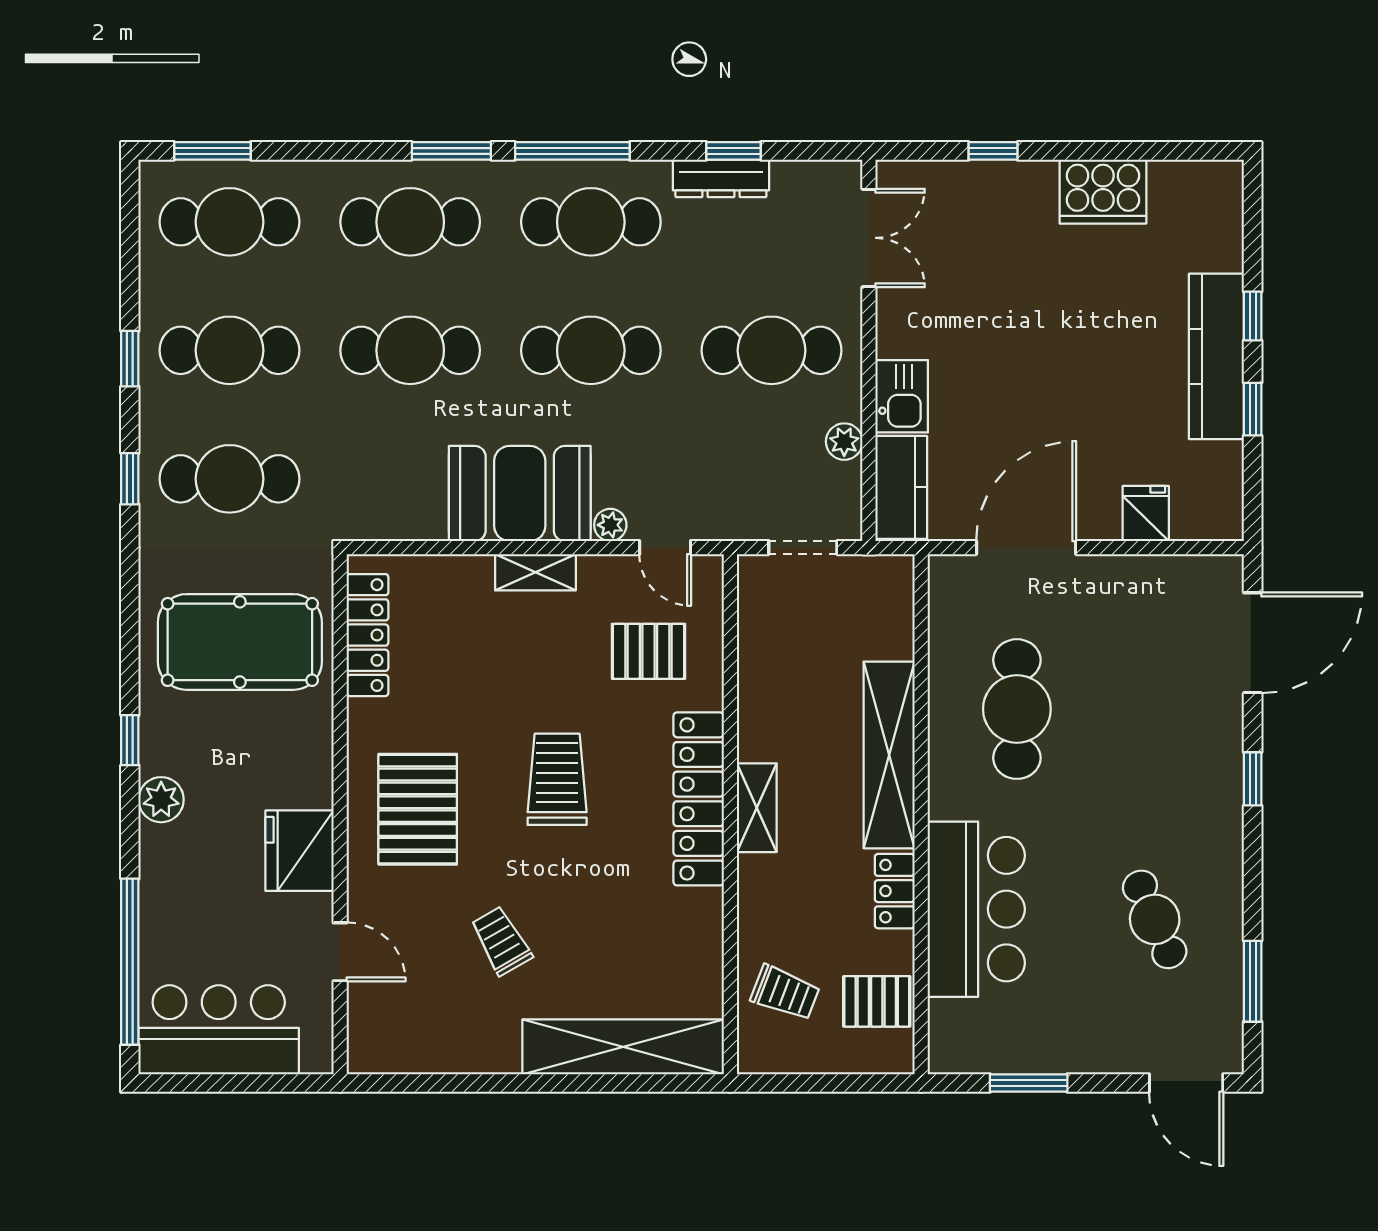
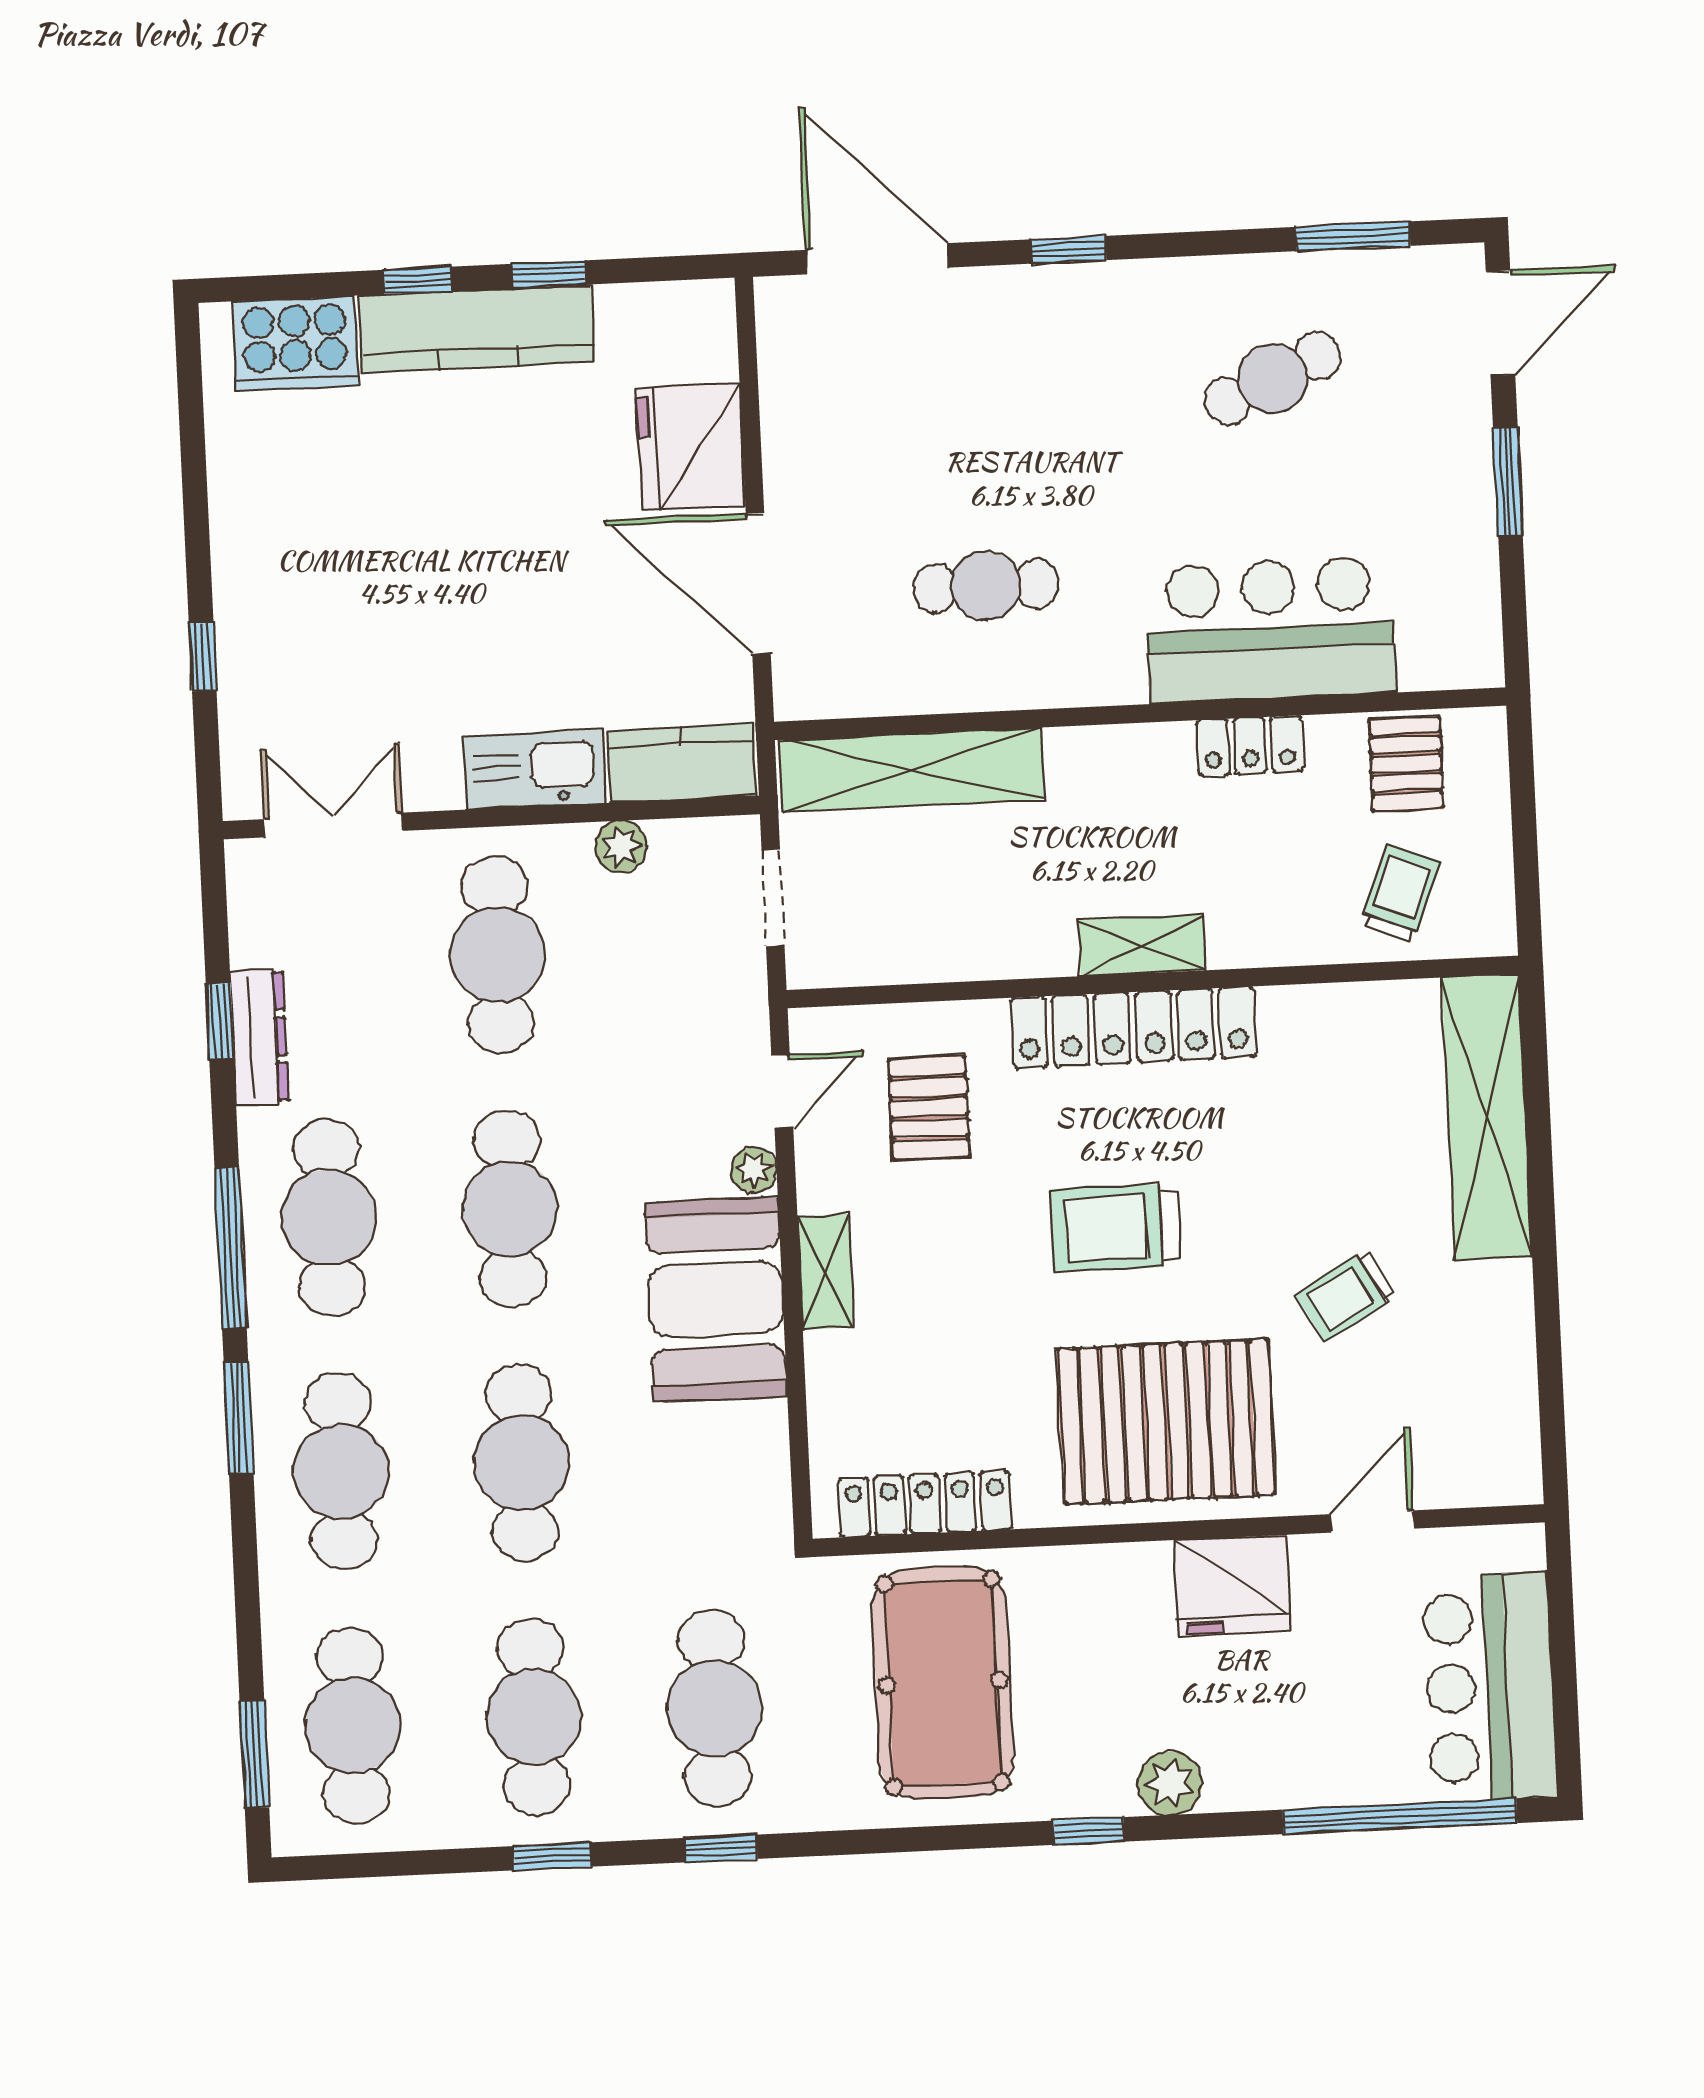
cooker: (1103, 192) -> (295, 344), moved, turned 90
kitchen sink: (902, 396) -> (535, 769), width x1.38
fridge: (1146, 514) -> (691, 447), width x1.88, depth x1.34
cafe table: (1017, 709) -> (986, 586), width x0.73, depth x0.74
shelving: (889, 755) -> (912, 770), moved
pallet: (418, 809) -> (1166, 1422), width x1.37, depth x1.41
window: (1029, 1083) -> (1508, 482), moved

